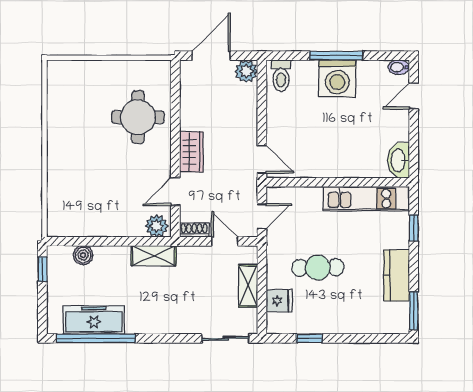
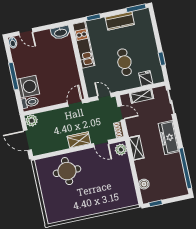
washing machine: (337, 78) -> (28, 87), moved
door: (225, 241) -> (121, 113), swing flipped
freezer: (94, 320) -> (169, 138), moved

